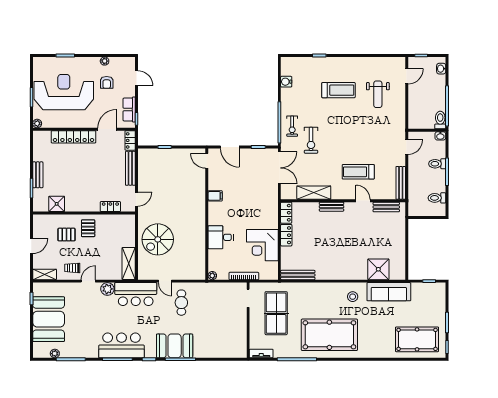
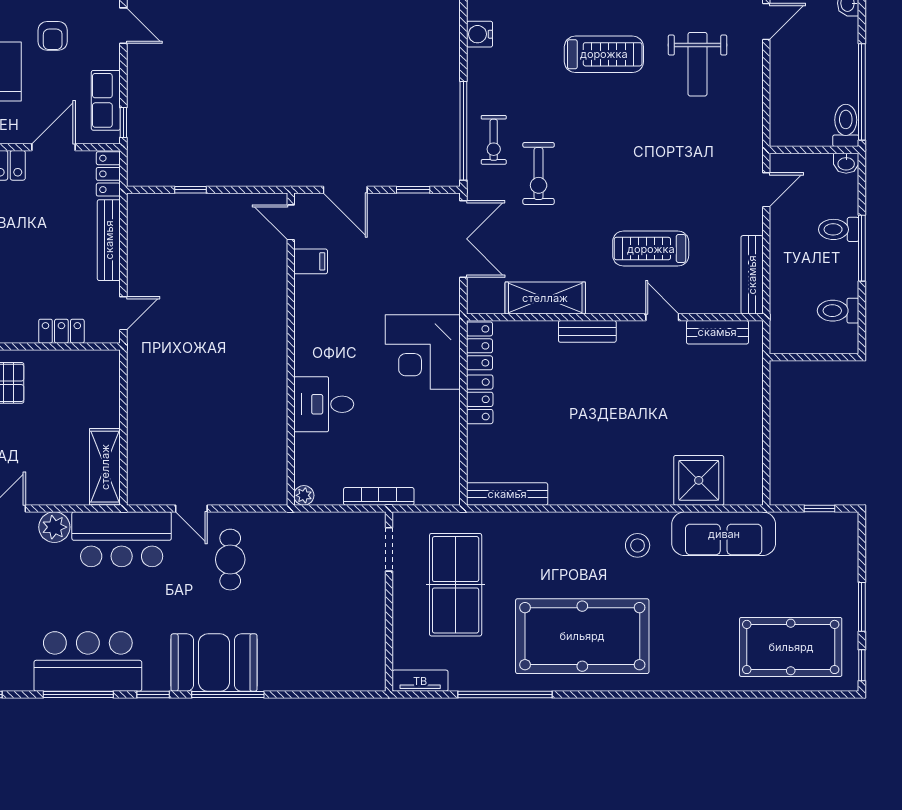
filing cabinet: (215, 196) -> (311, 261), moved
spiral stairs: (158, 239) -> (174, 409), removed
corner desk: (262, 245) -> (423, 352), moved

